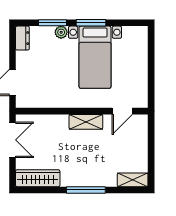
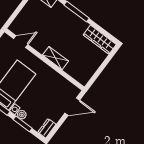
shelving: (86, 122) -> (56, 58), moved
double door: (12, 140) -> (98, 73), removed

